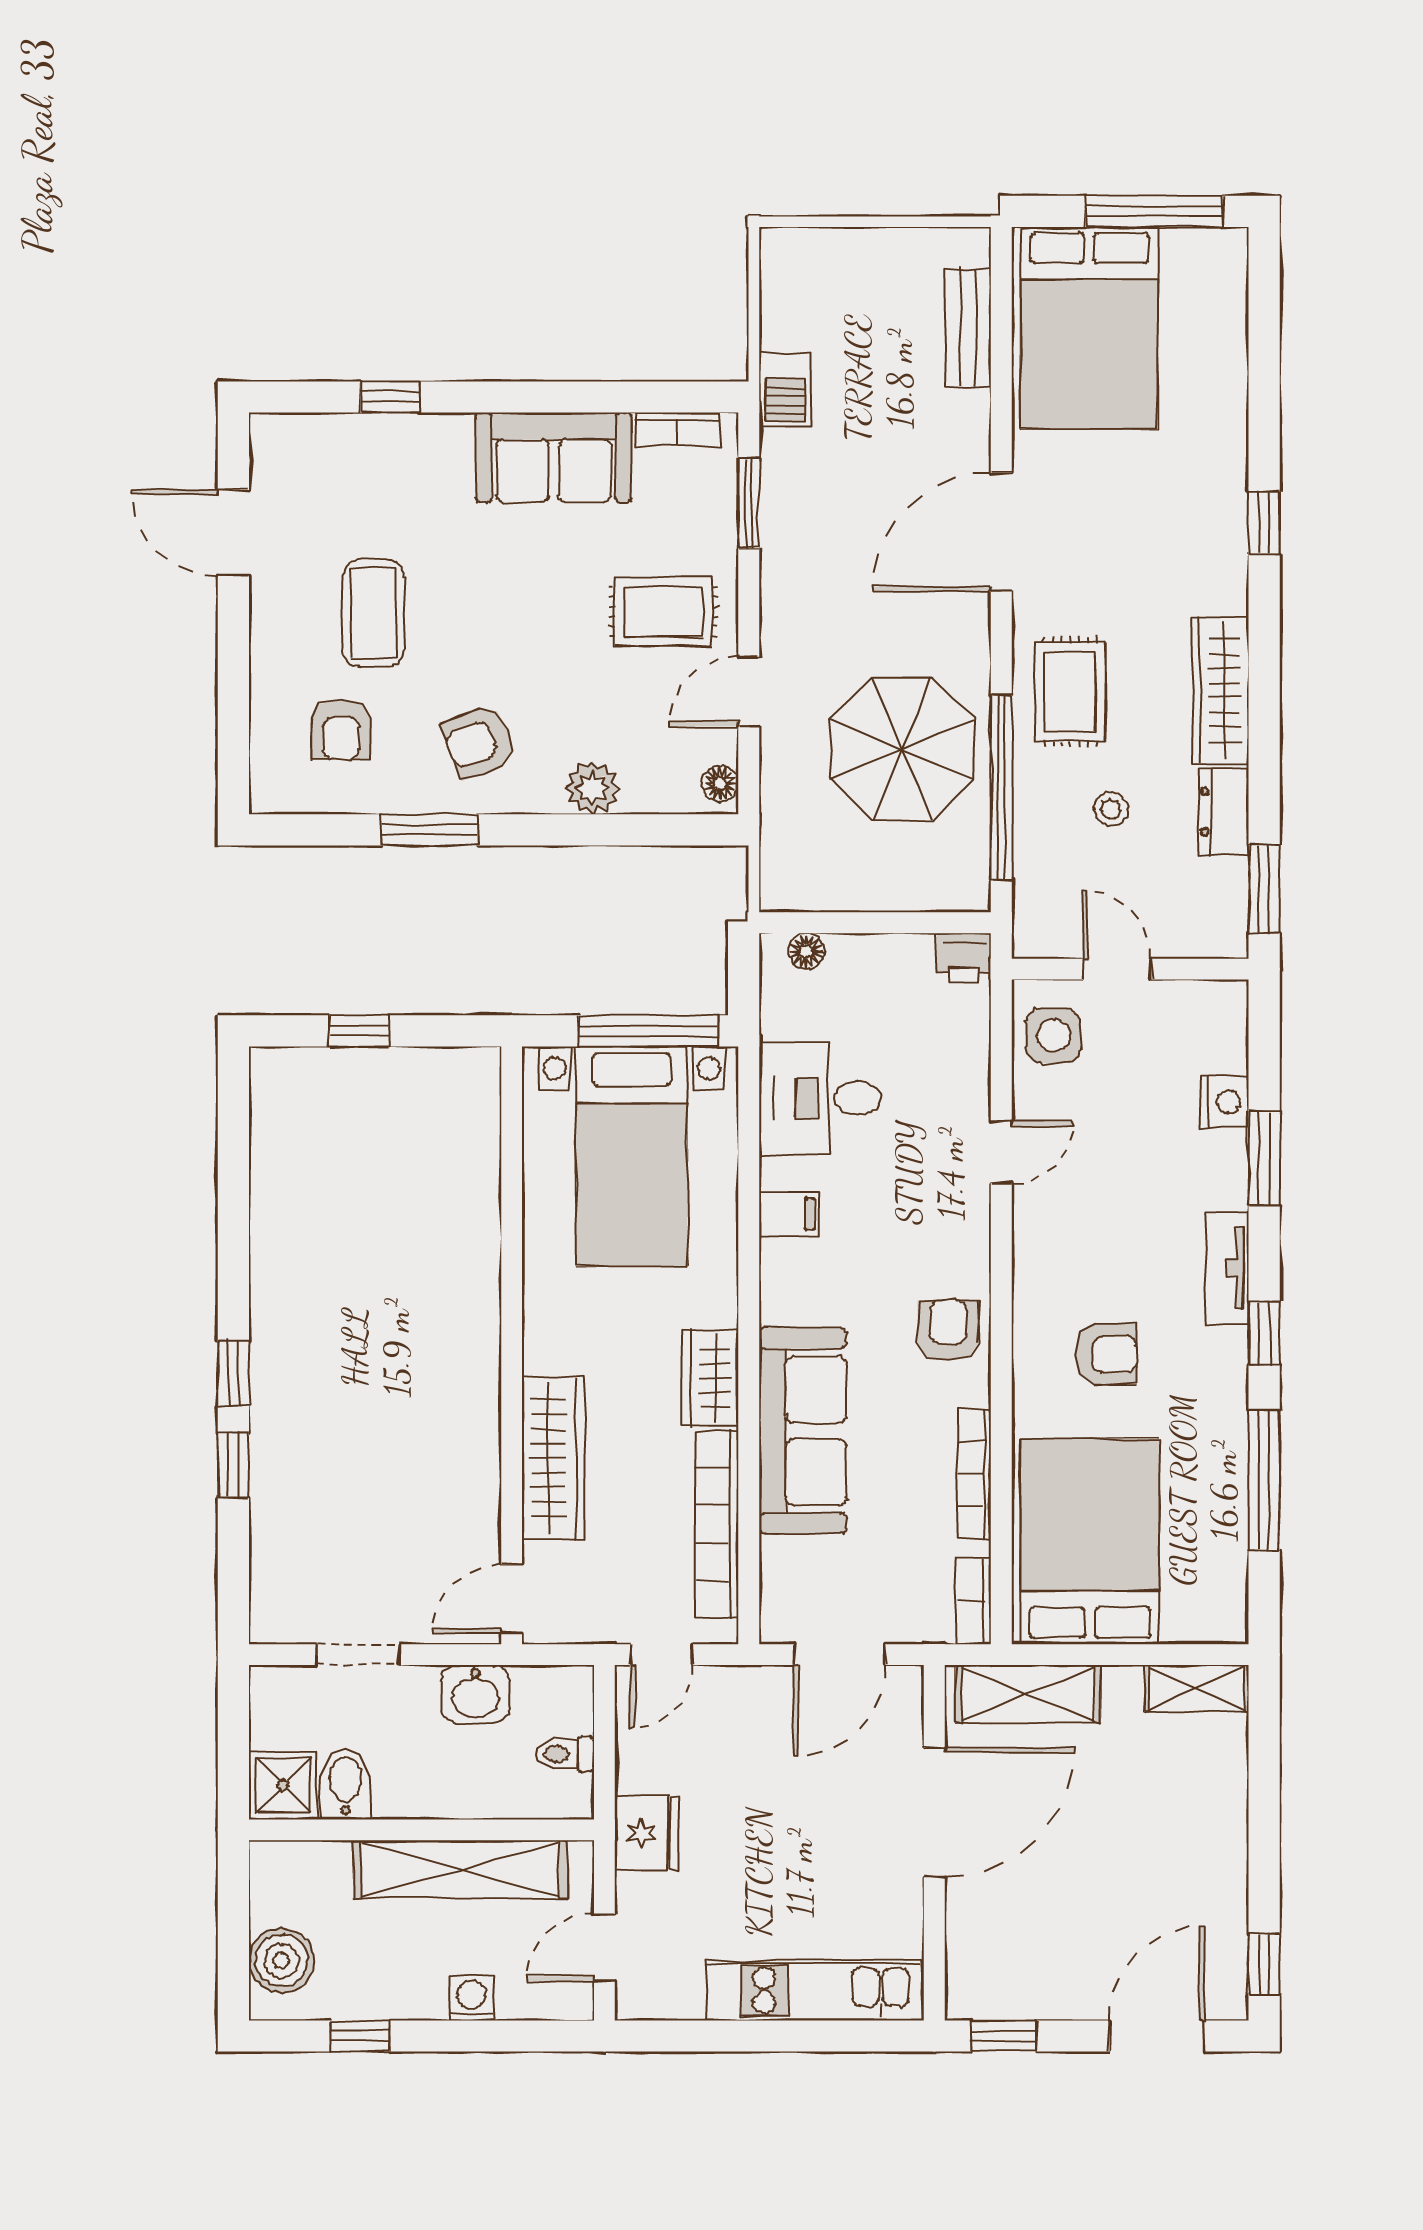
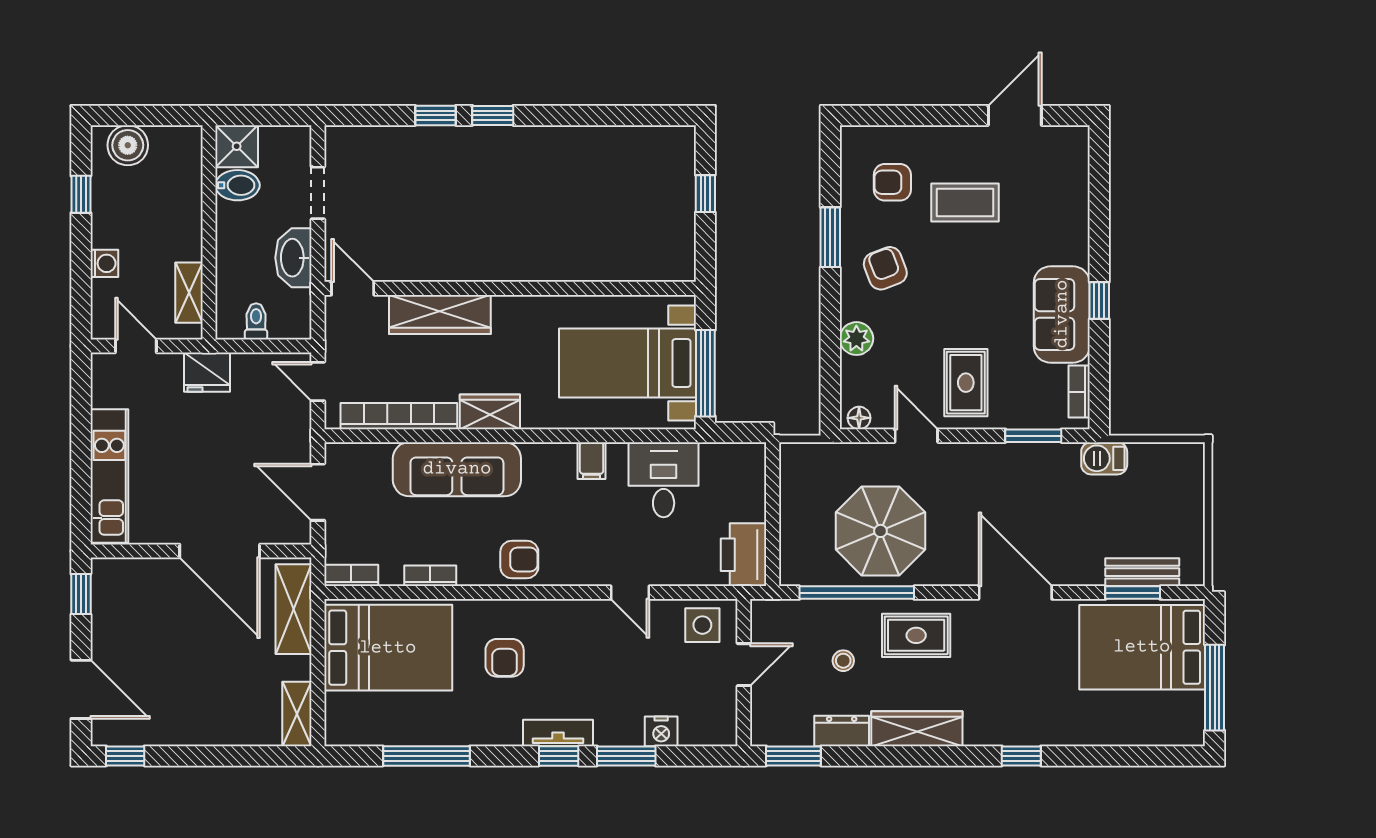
window: (1001, 343) -> (1133, 593), added
window: (390, 397) -> (1099, 300), moved
floor lamp: (806, 951) -> (755, 471), removed
printer: (964, 958) -> (744, 555), width x1.87, depth x1.48
window: (1264, 1333) -> (559, 756), moved
bookcase: (974, 1474) -> (430, 576), width x0.64
washbasin: (475, 1694) -> (293, 258), width x1.38
shelving: (460, 1869) -> (189, 293), width x0.45, depth x0.75

